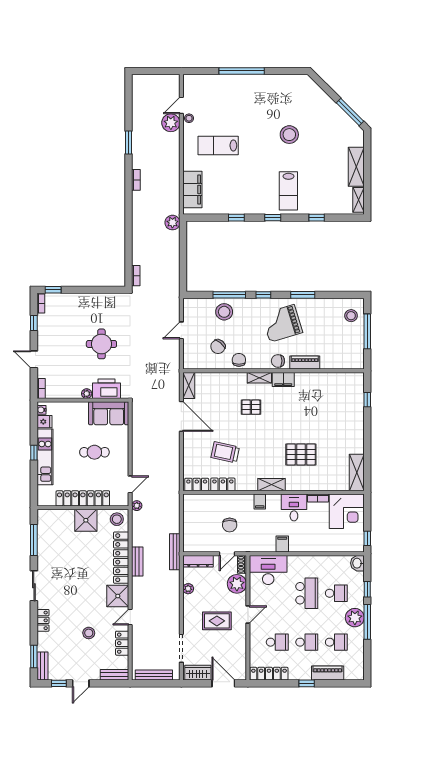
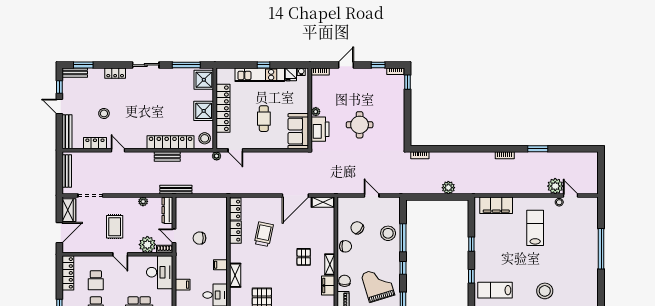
plant: (172, 223) -> (448, 188), moved
shower: (118, 596) -> (204, 80), moved
bench: (114, 675) -> (67, 132), width x1.36

